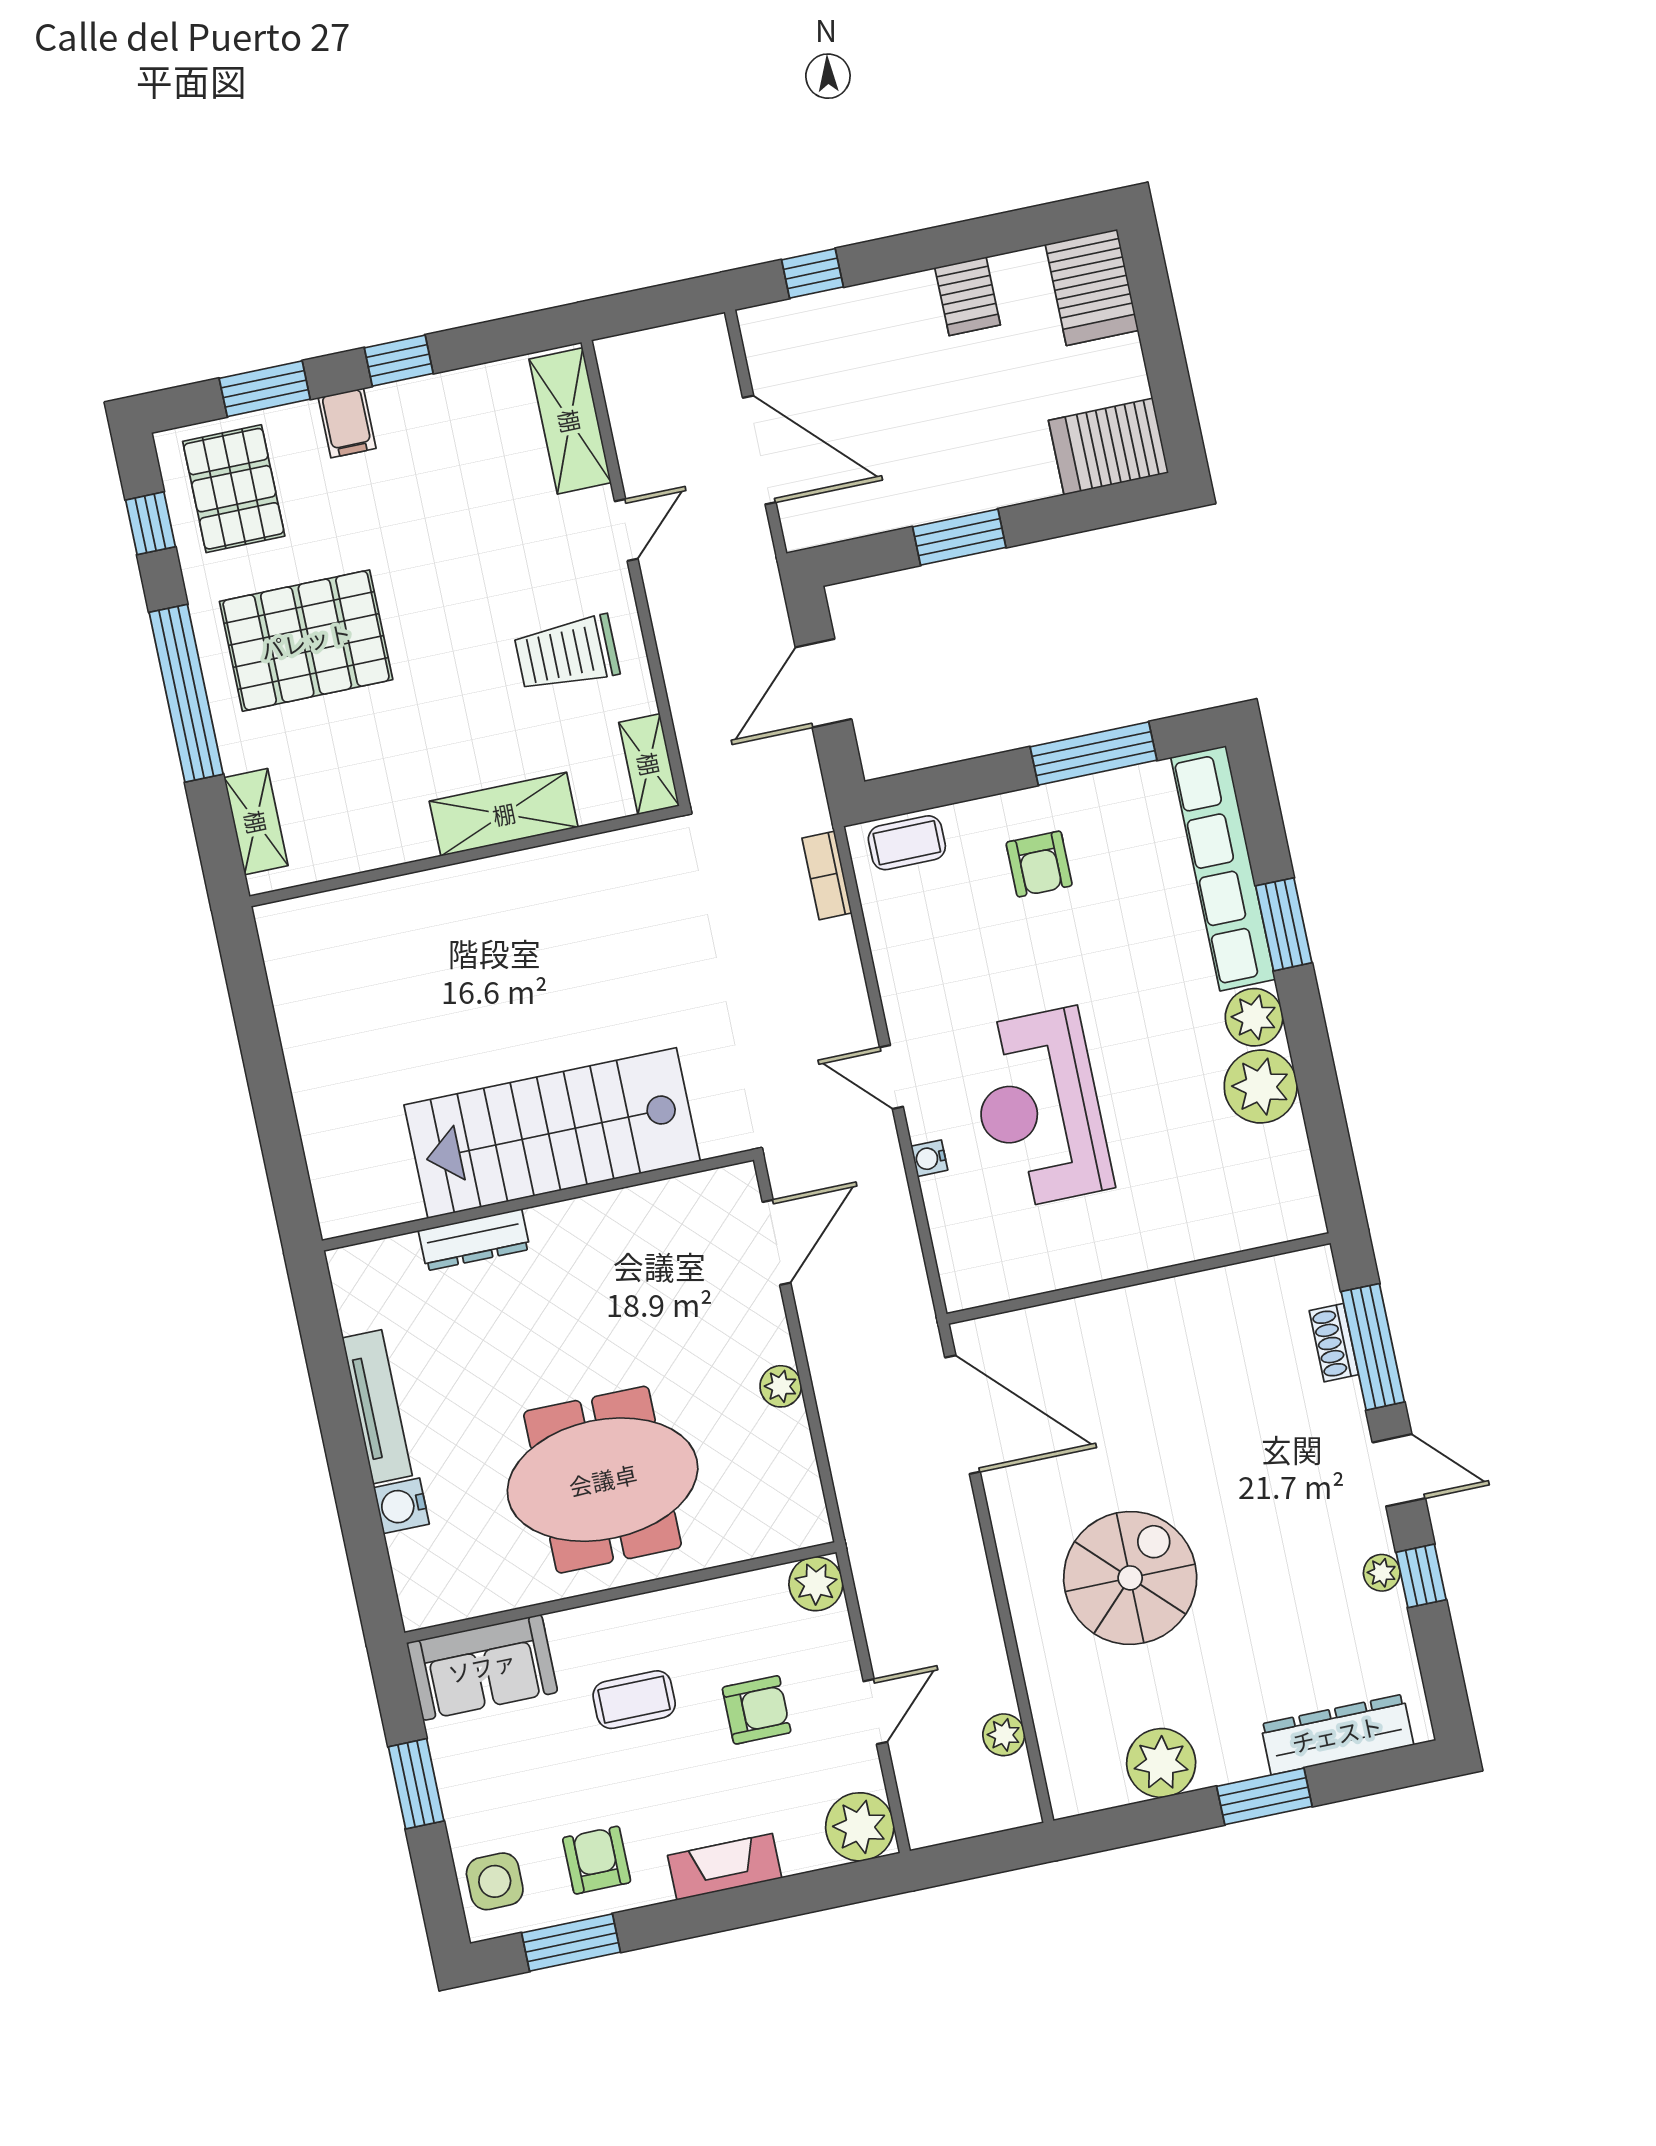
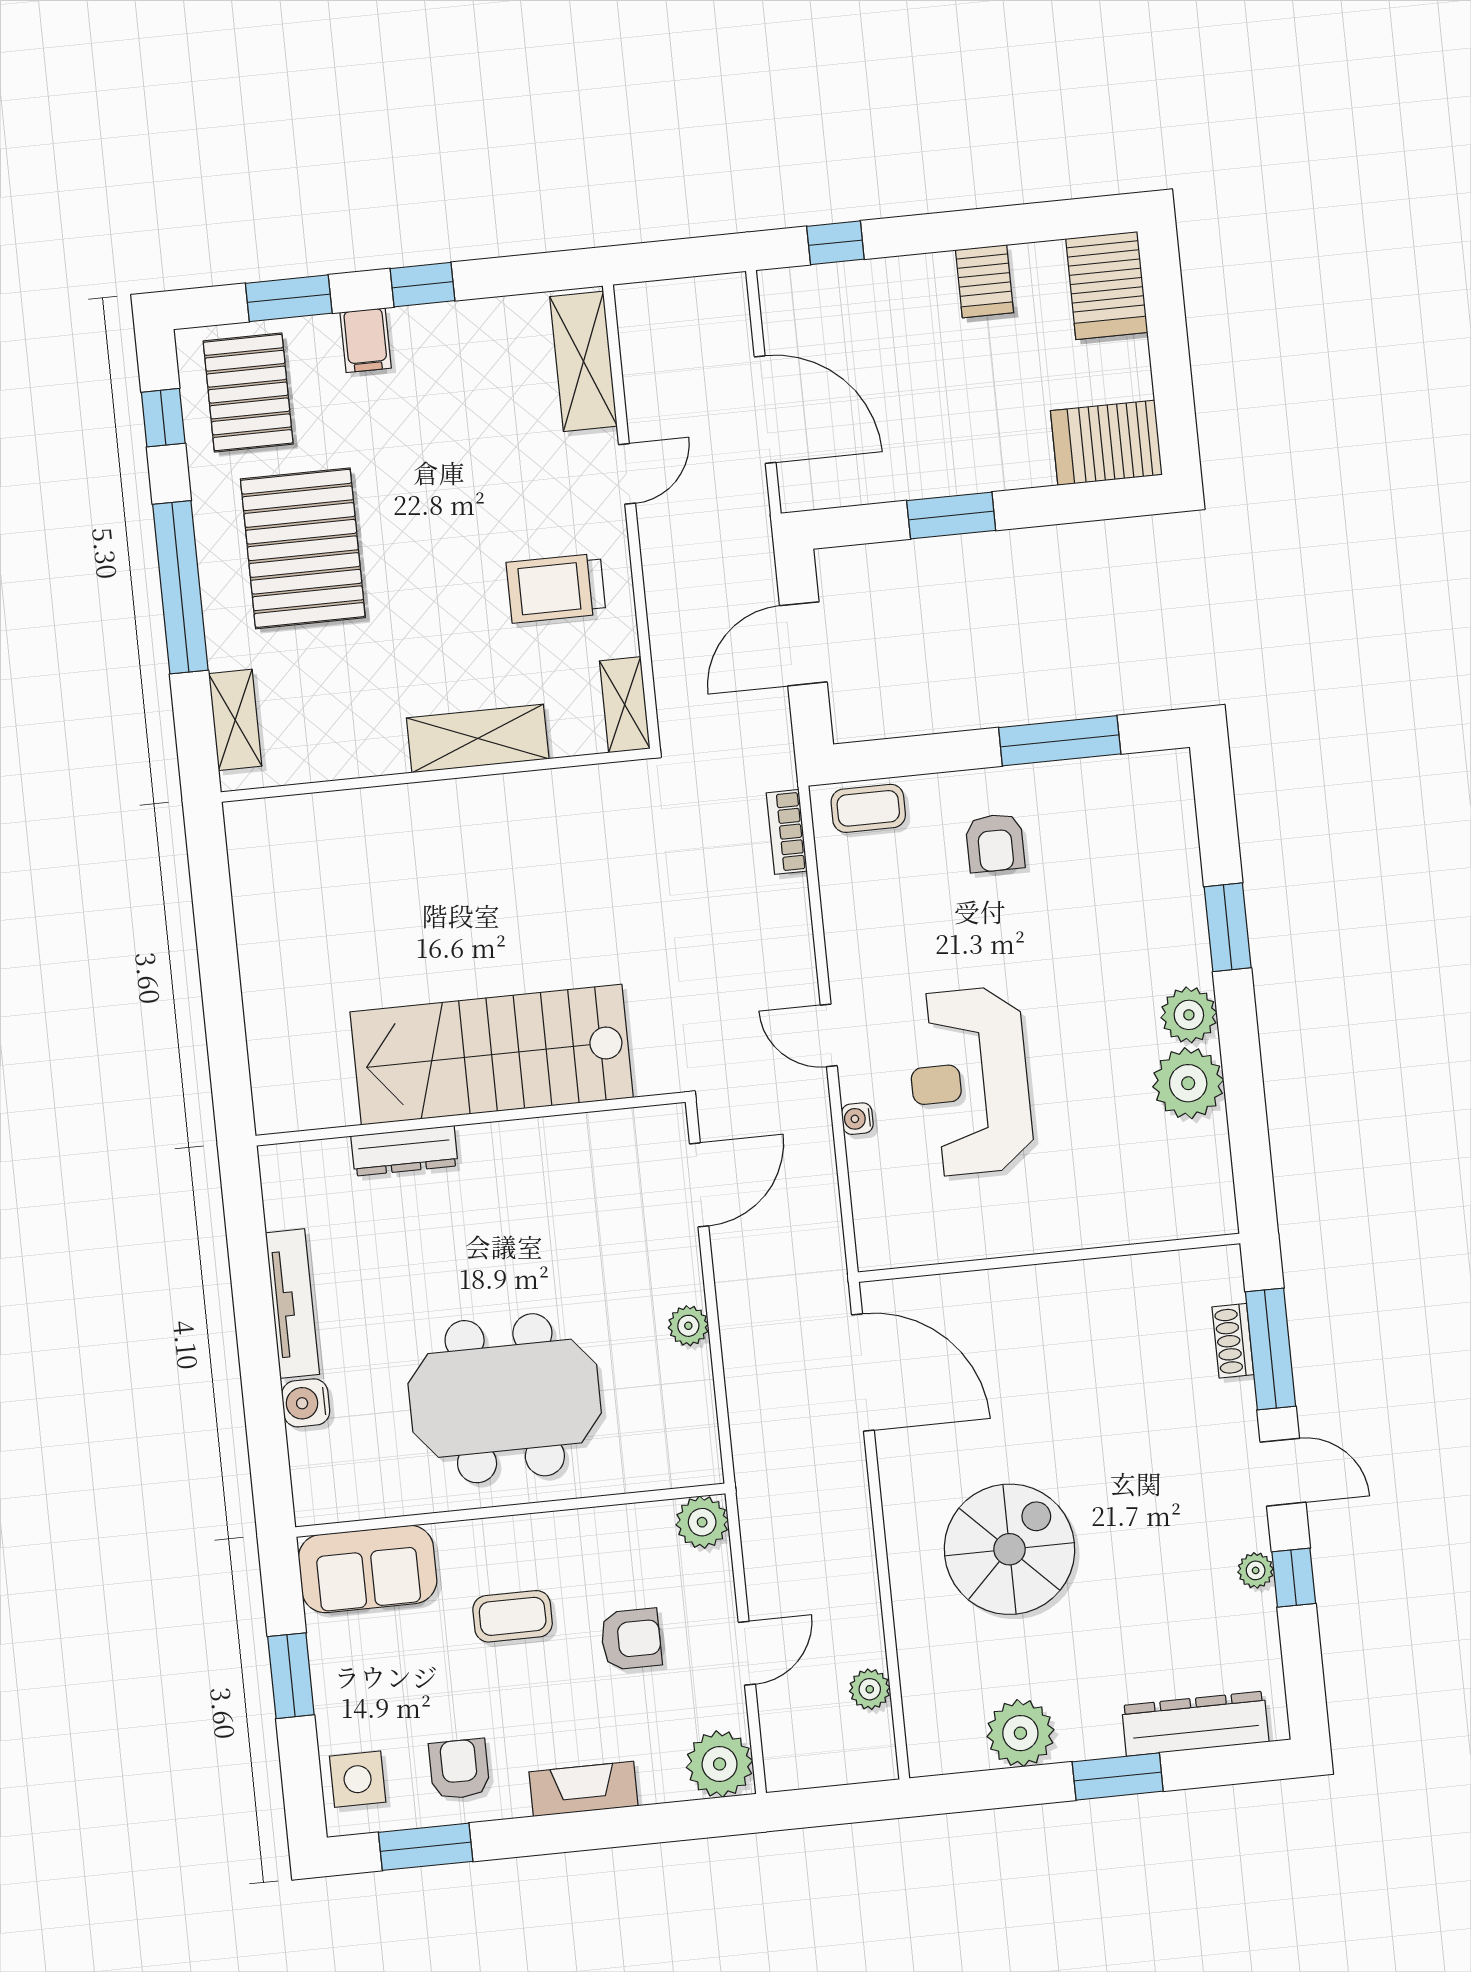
pallet: (306, 641) -> (303, 548), turned 90
row of seats: (1223, 868) -> (1174, 866), removed

